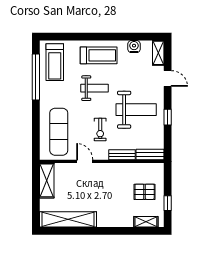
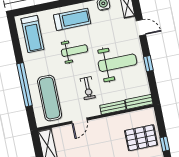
window: (36, 77) -> (25, 85), moved
door: (85, 161) -> (79, 121), swing flipped
pallet: (145, 192) -> (141, 138), width x1.50, depth x1.42

